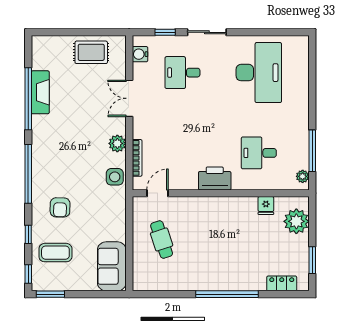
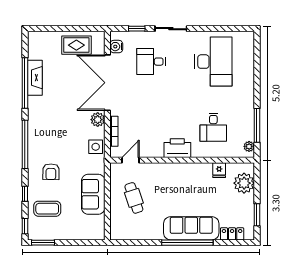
double door: (129, 98) -> (107, 83), width x1.87
desk: (259, 153) -> (213, 127), turned -90
sofa: (112, 266) -> (93, 194), moved
sofa: (232, 277) -> (191, 228), added

